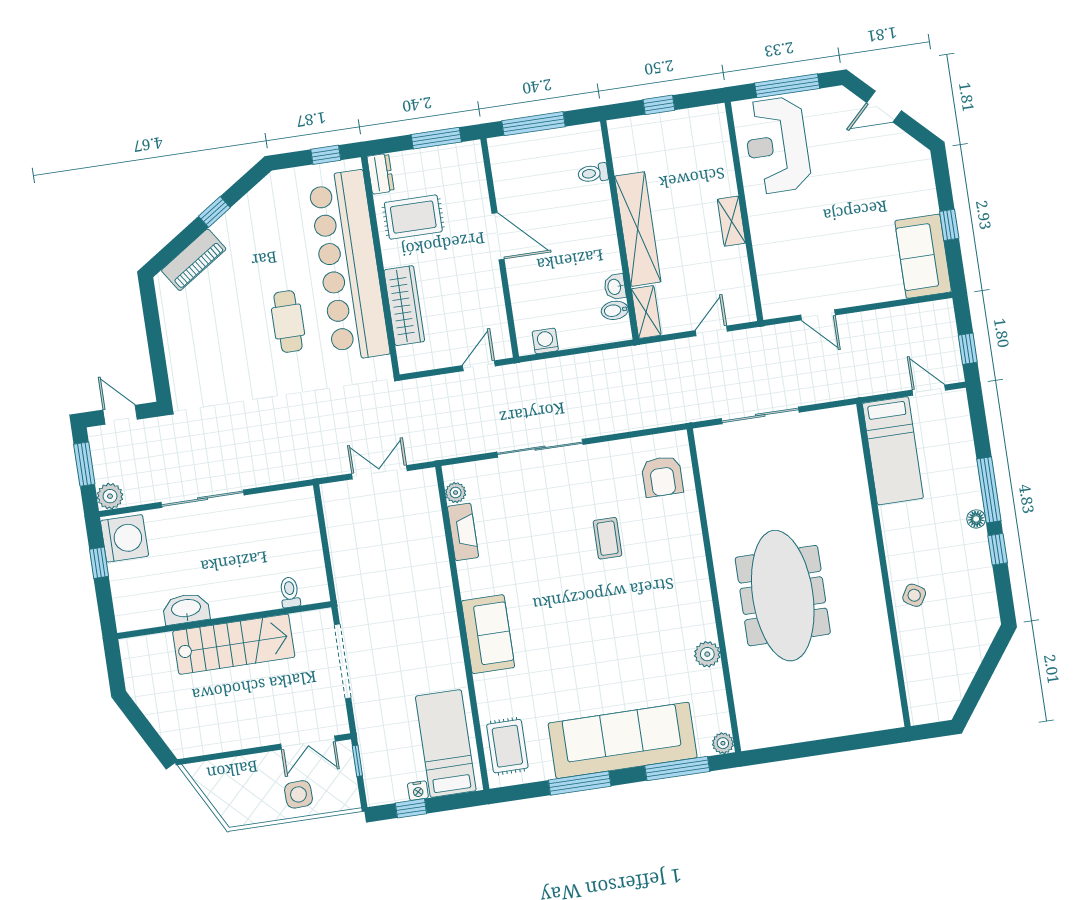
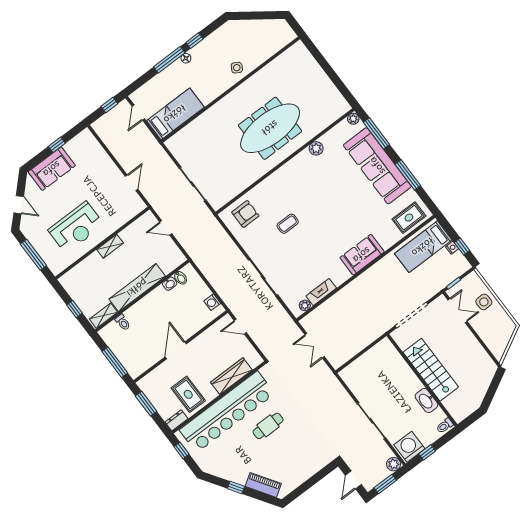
reception desk: (777, 145) -> (76, 227), moved
sofa: (923, 256) -> (52, 169), moved
shelving: (646, 312) -> (104, 316), moved
toilet: (290, 592) -> (445, 426), moved

